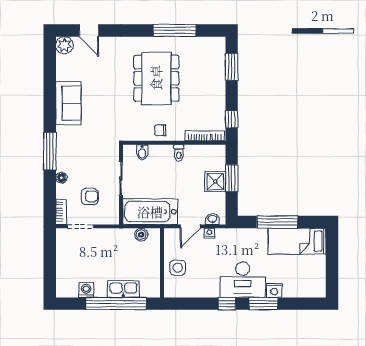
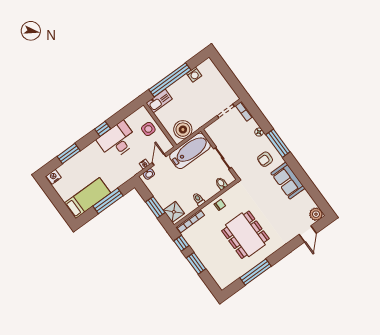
door: (89, 30) -> (308, 234), swing flipped
window: (232, 67) -> (196, 263), moved
shower: (215, 182) -> (174, 212), moved
armchair: (90, 196) -> (265, 159), moved
boiler: (141, 235) -> (183, 130), width x1.86, depth x1.86
desk: (243, 280) -> (117, 140), moved
kitchen sink: (123, 289) -> (159, 101), moved
nightstand: (274, 291) -> (54, 177), moved
window: (264, 304) -> (69, 154), moved

